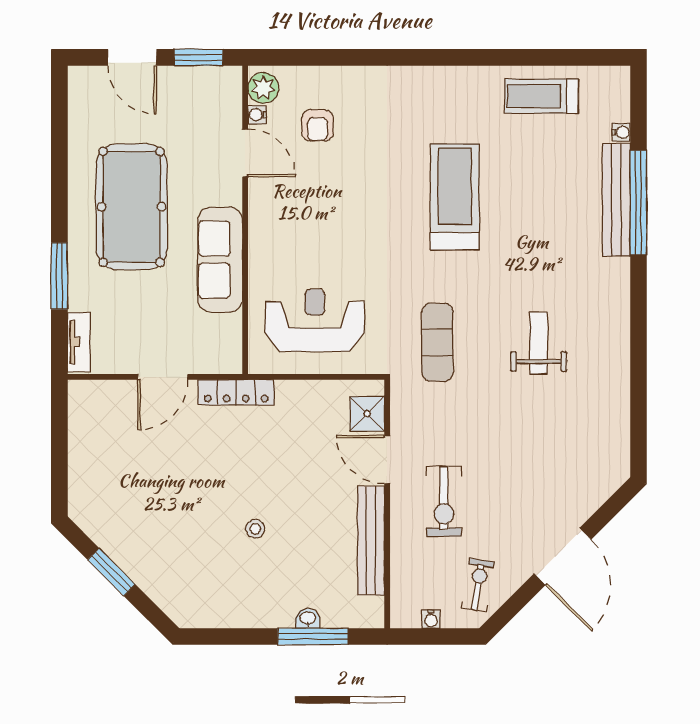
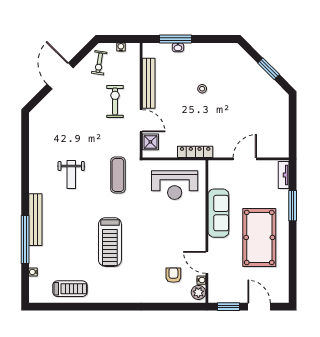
bench: (616, 200) -> (35, 220), moved
locker: (236, 392) -> (195, 152), moved

